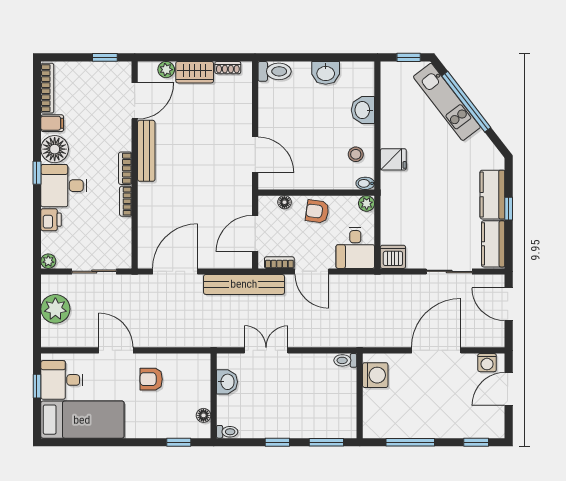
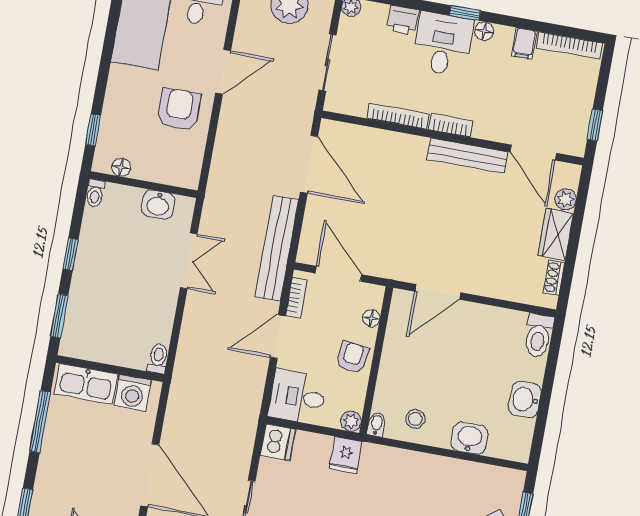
floor lamp: (55, 149) -> (484, 31), width x0.53, depth x0.53
fridge: (393, 159) -> (345, 455), moved
bookcase: (126, 201) -> (398, 116), width x1.56
armchair: (151, 379) -> (179, 110), width x1.38, depth x1.38
kitchen sink: (375, 412) -> (86, 384), added

